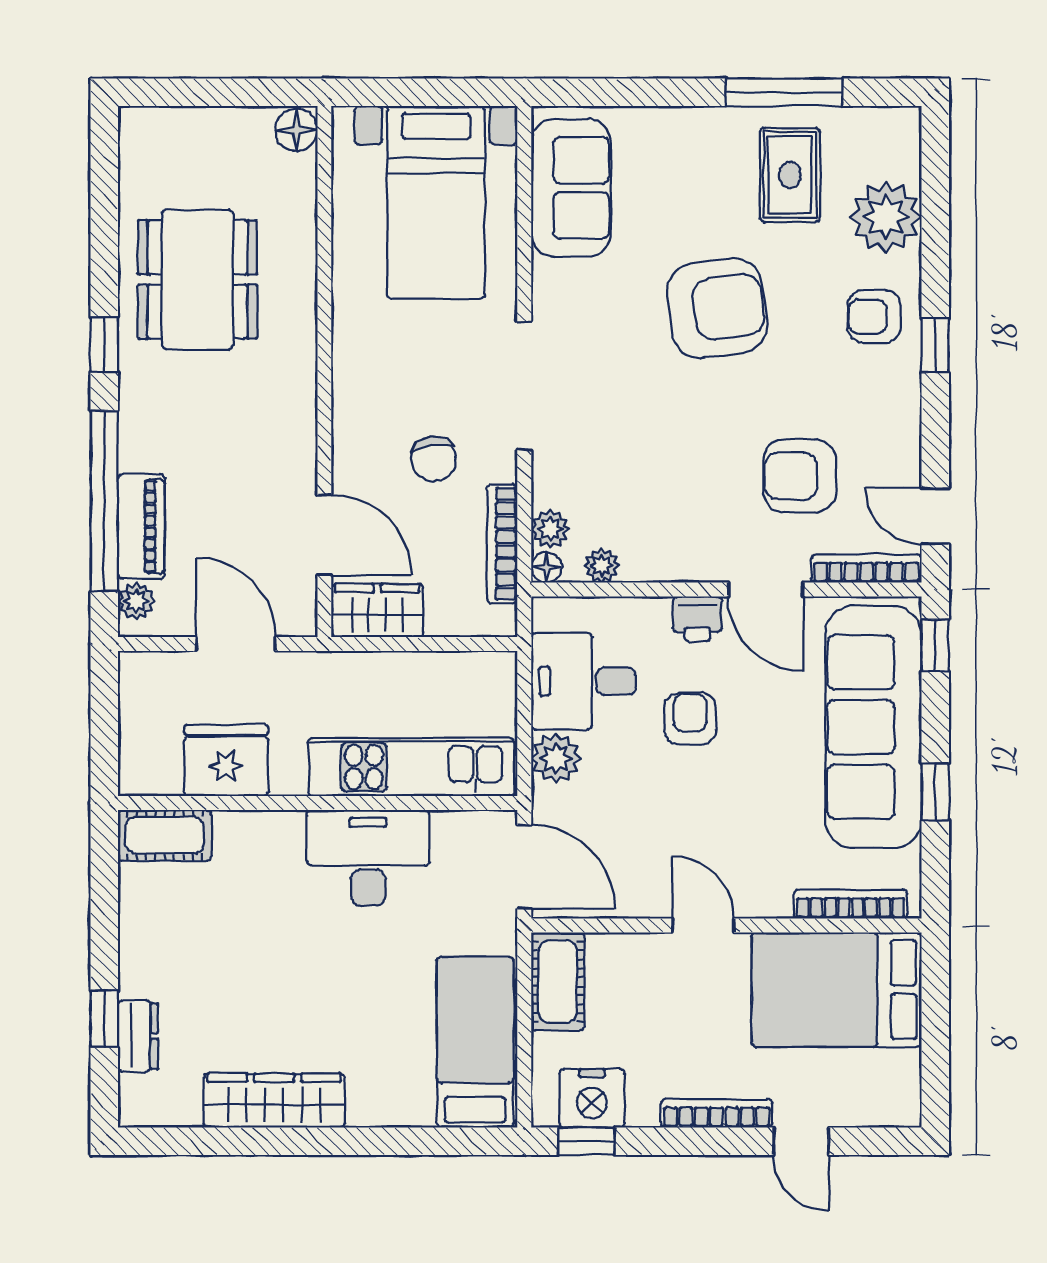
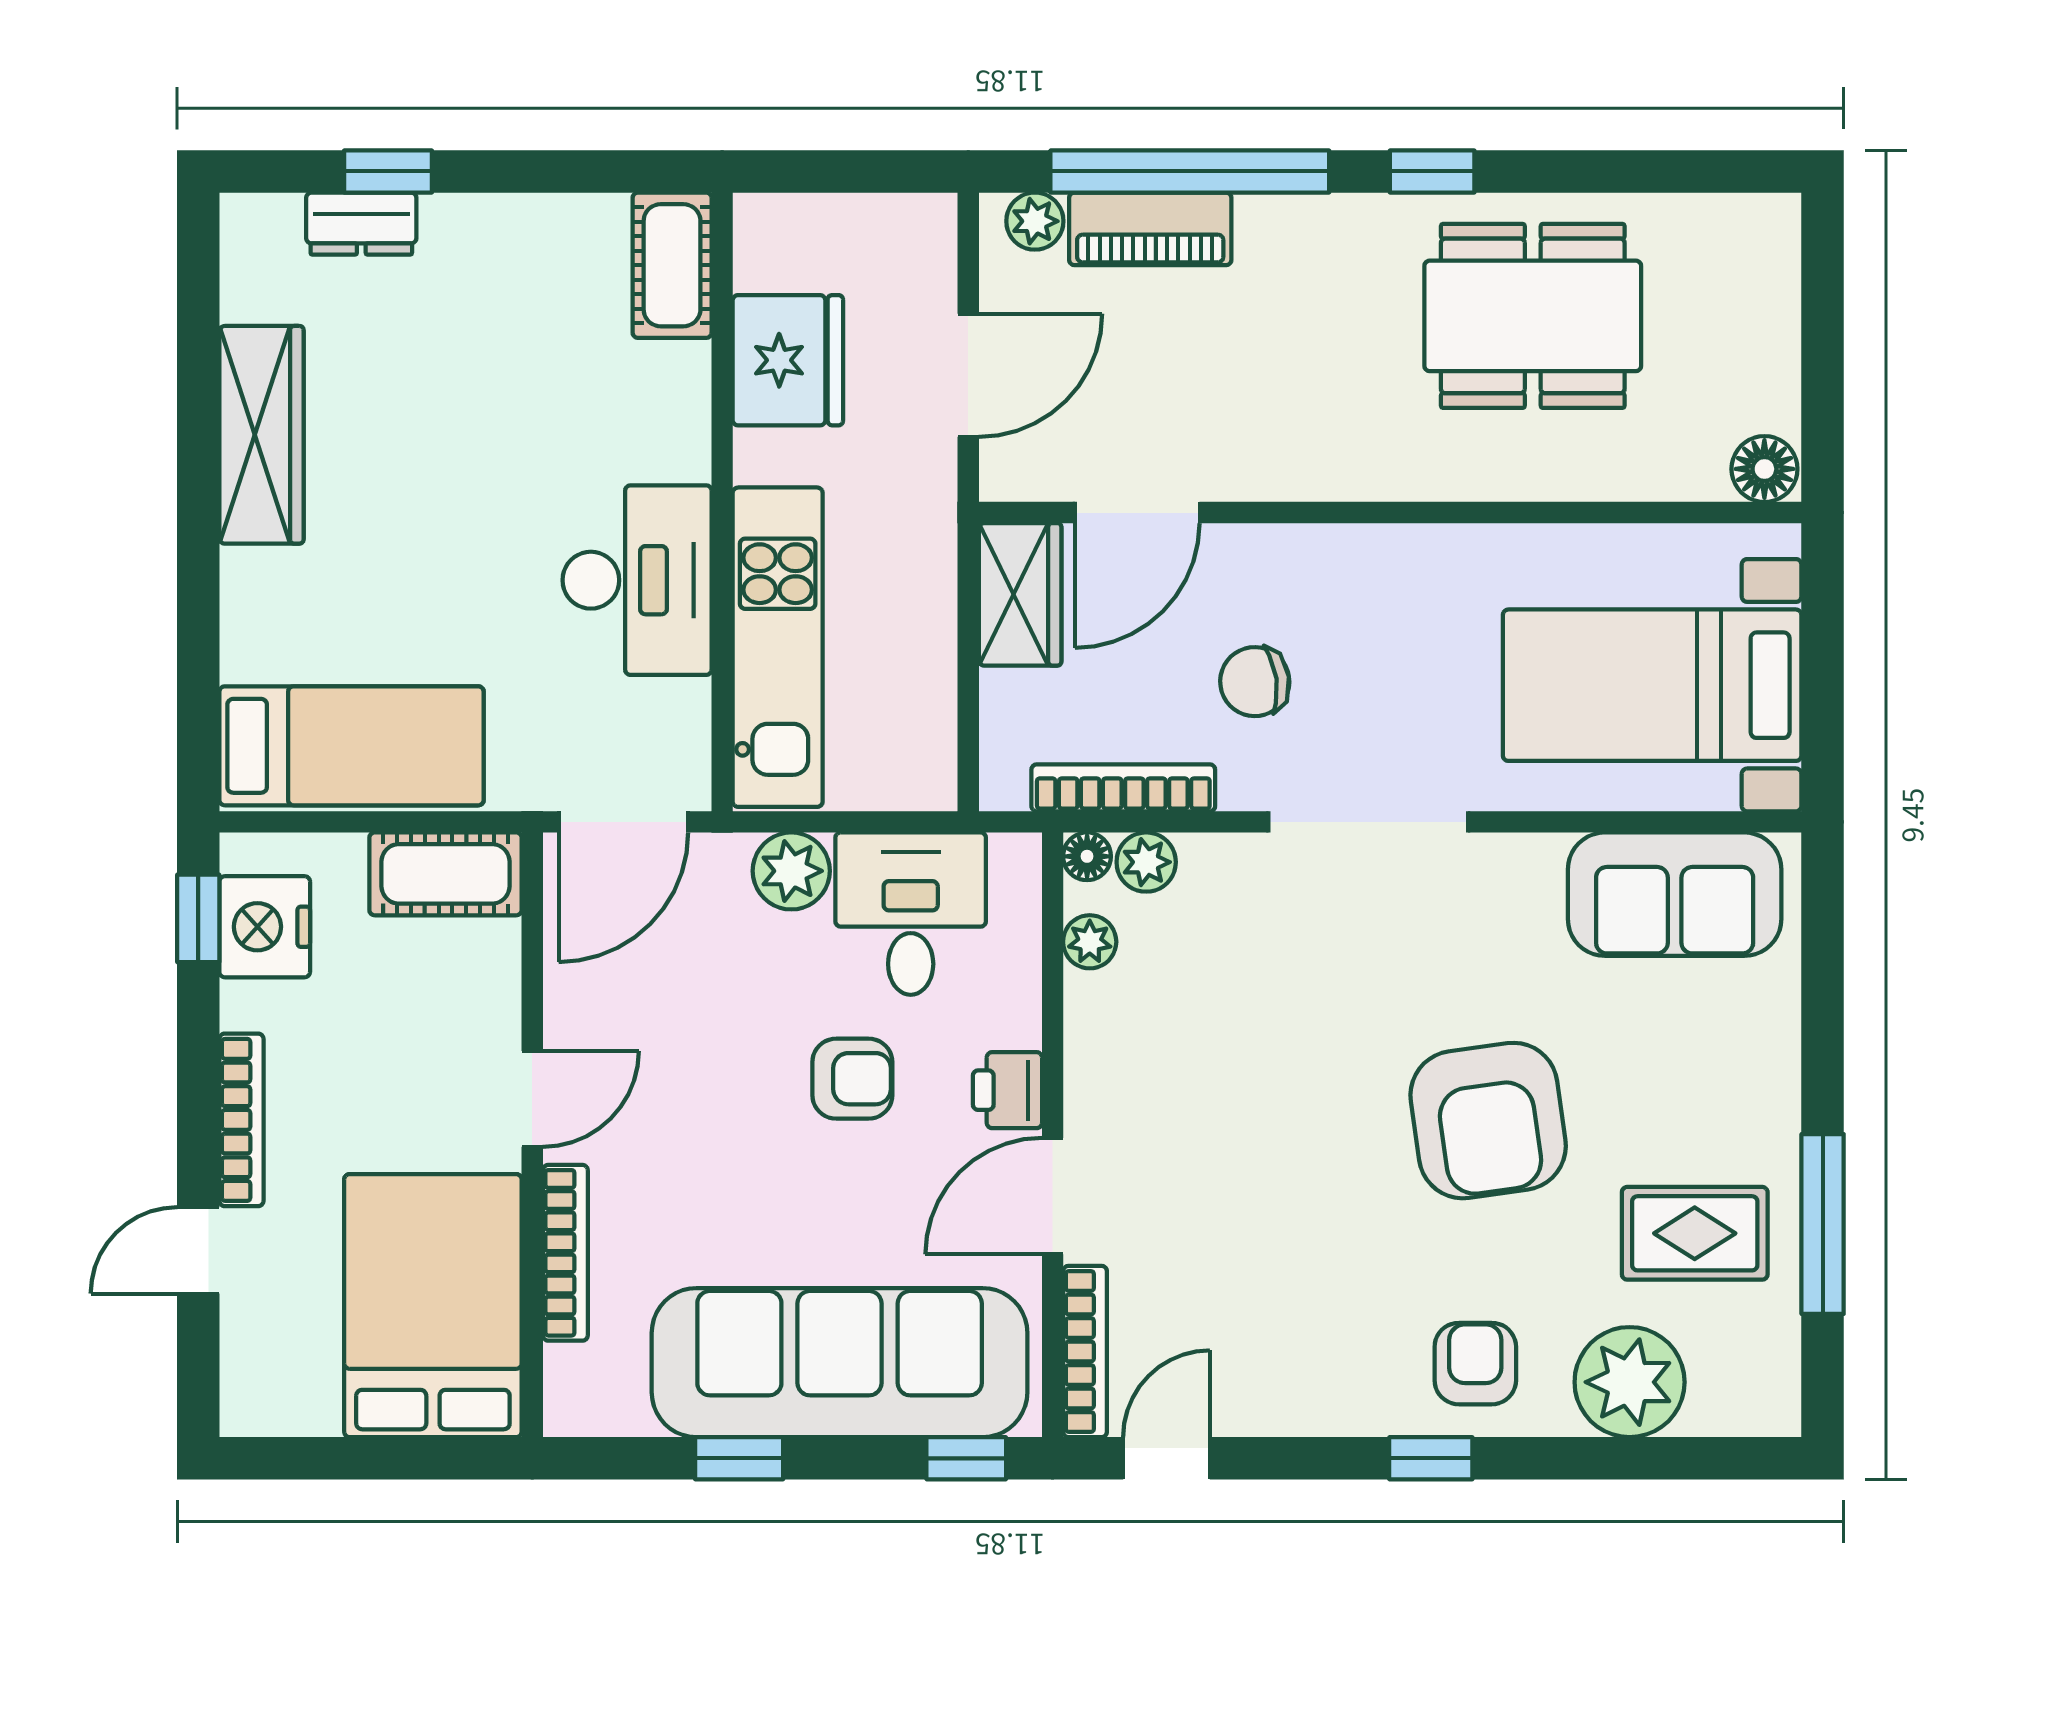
armchair: (800, 476) -> (1229, 1248), removed
bookcase: (851, 904) -> (565, 1253), moved

